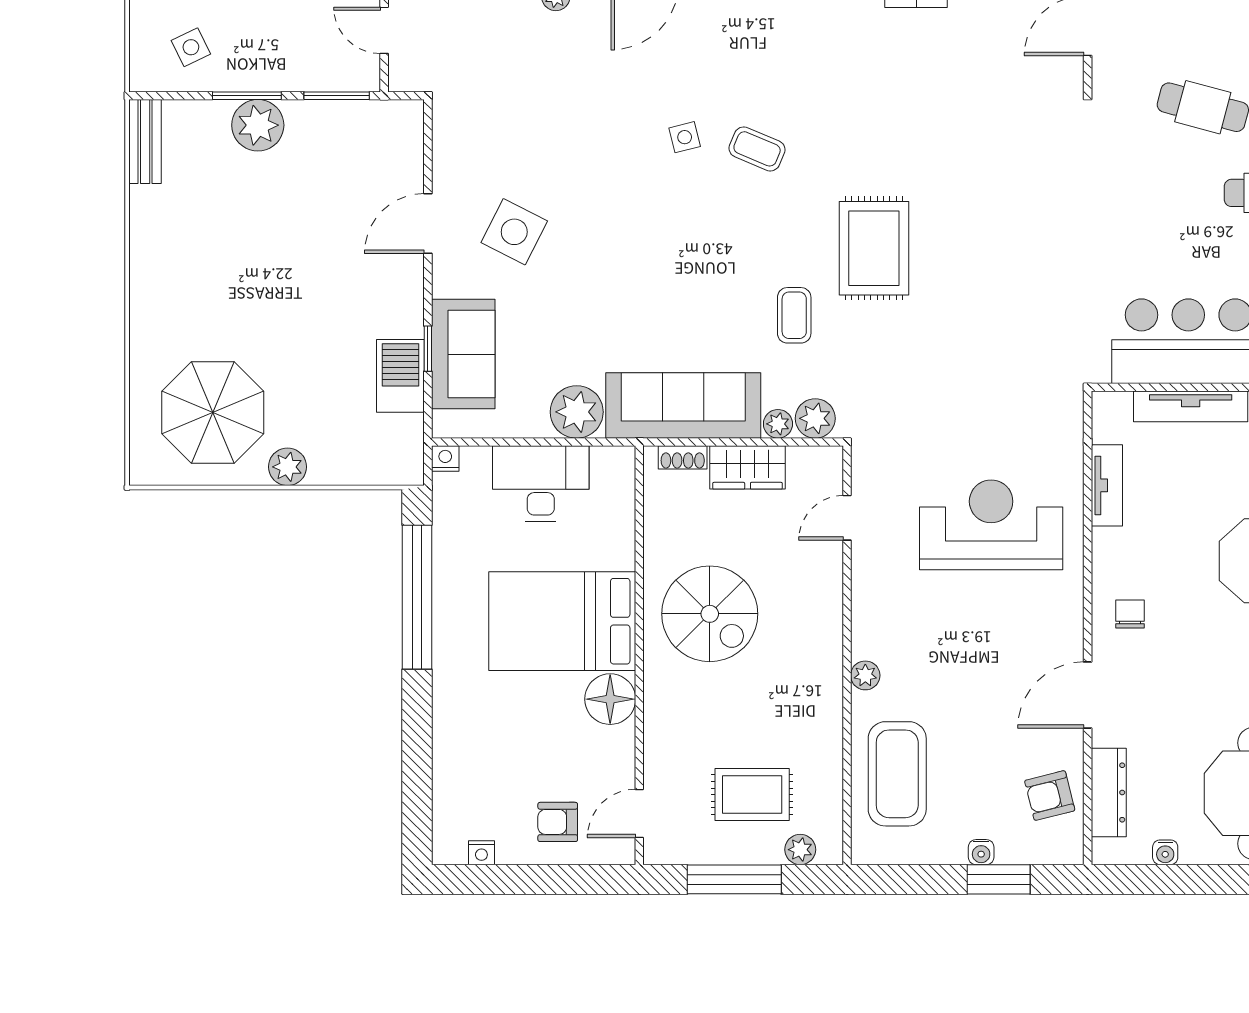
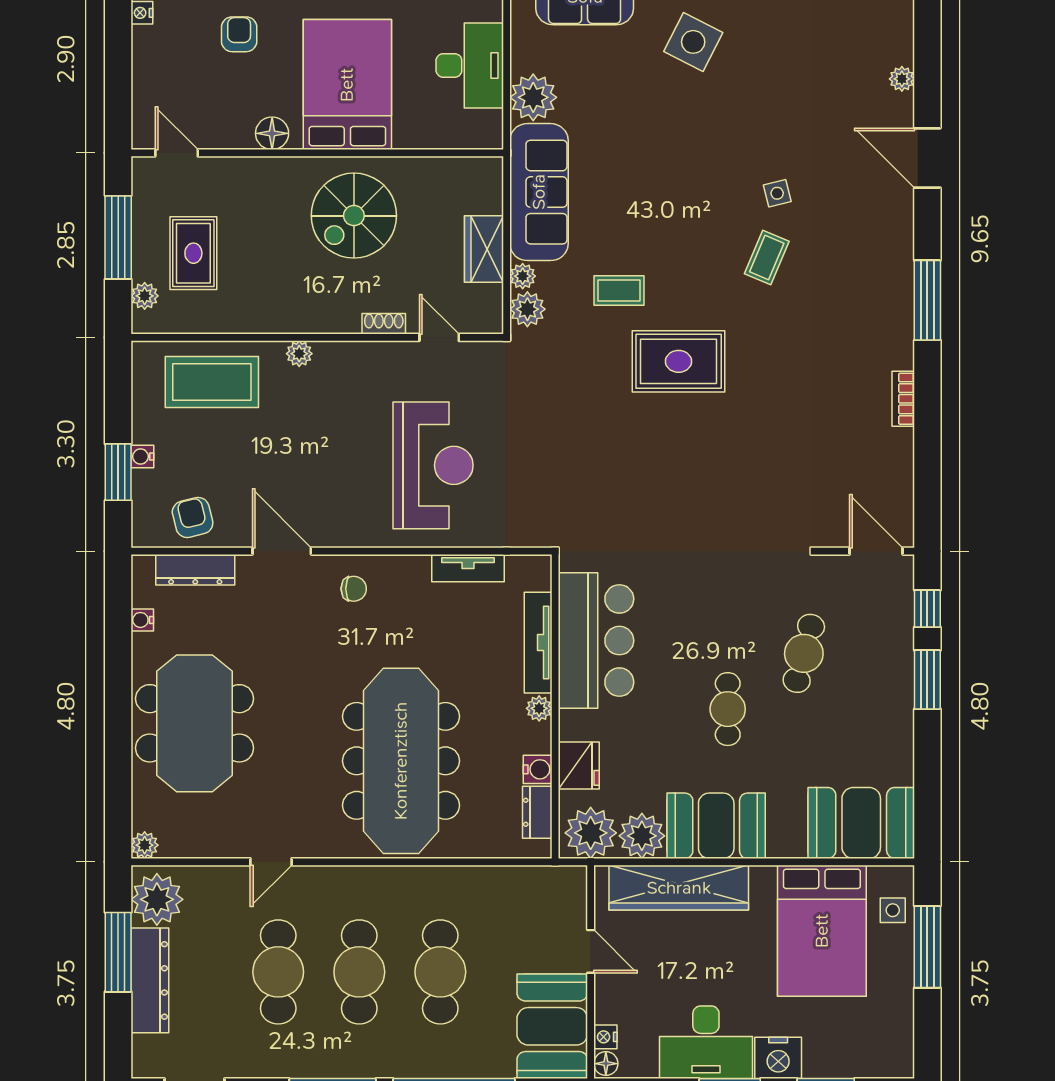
shoe rack: (683, 457) -> (384, 324), moved, turned 90
floor lamp: (610, 699) -> (272, 133), width x0.73, depth x0.73
armchair: (558, 822) -> (239, 34), moved

